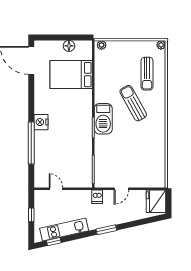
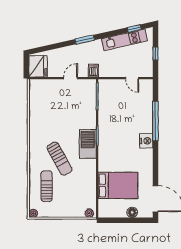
floor lamp: (69, 46) -> (132, 212), moved

